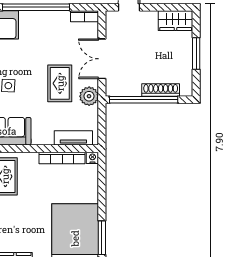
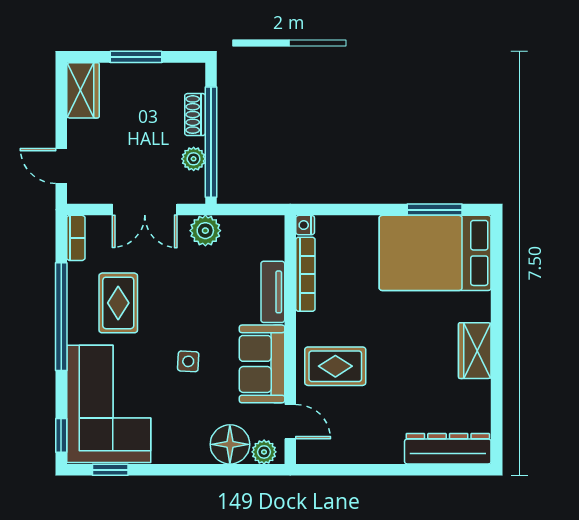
rug: (60, 83) -> (118, 303), moved, turned 90
plant: (133, 89) -> (194, 159), added
shoe rack: (161, 90) -> (195, 115), width x0.70
tv unit: (73, 138) -> (273, 292), moved

